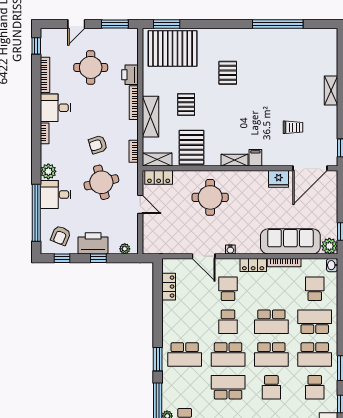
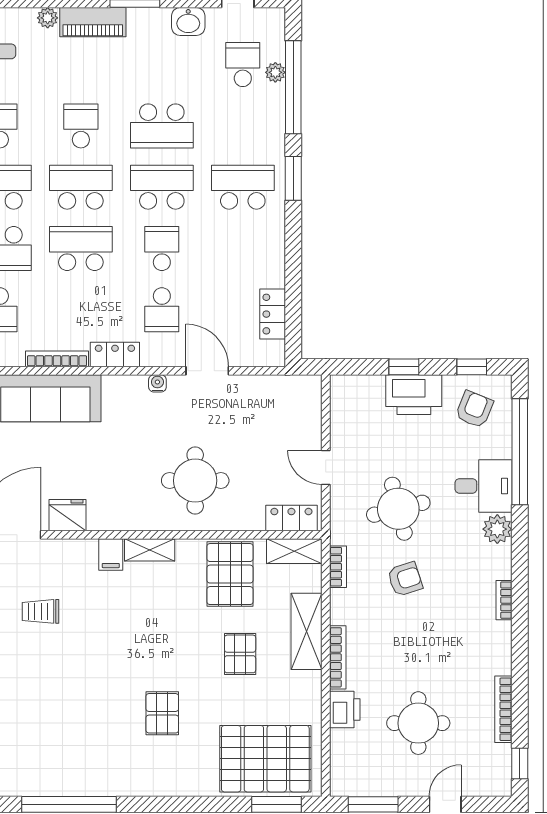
desk: (56, 108) -> (484, 648), removed
plant: (125, 249) -> (355, 385), removed

